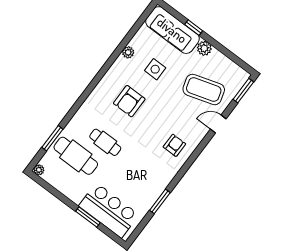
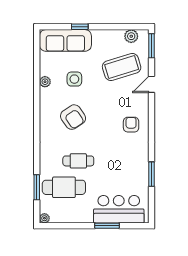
plant: (204, 48) -> (131, 36), moved
armchair: (129, 101) -> (73, 117), turned -34

